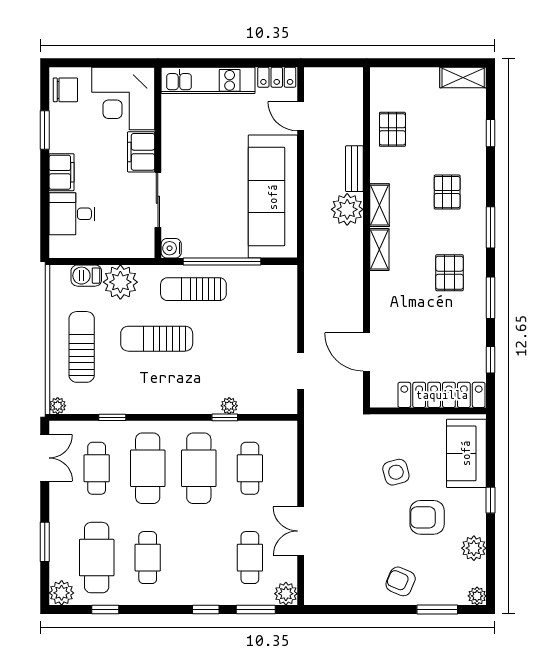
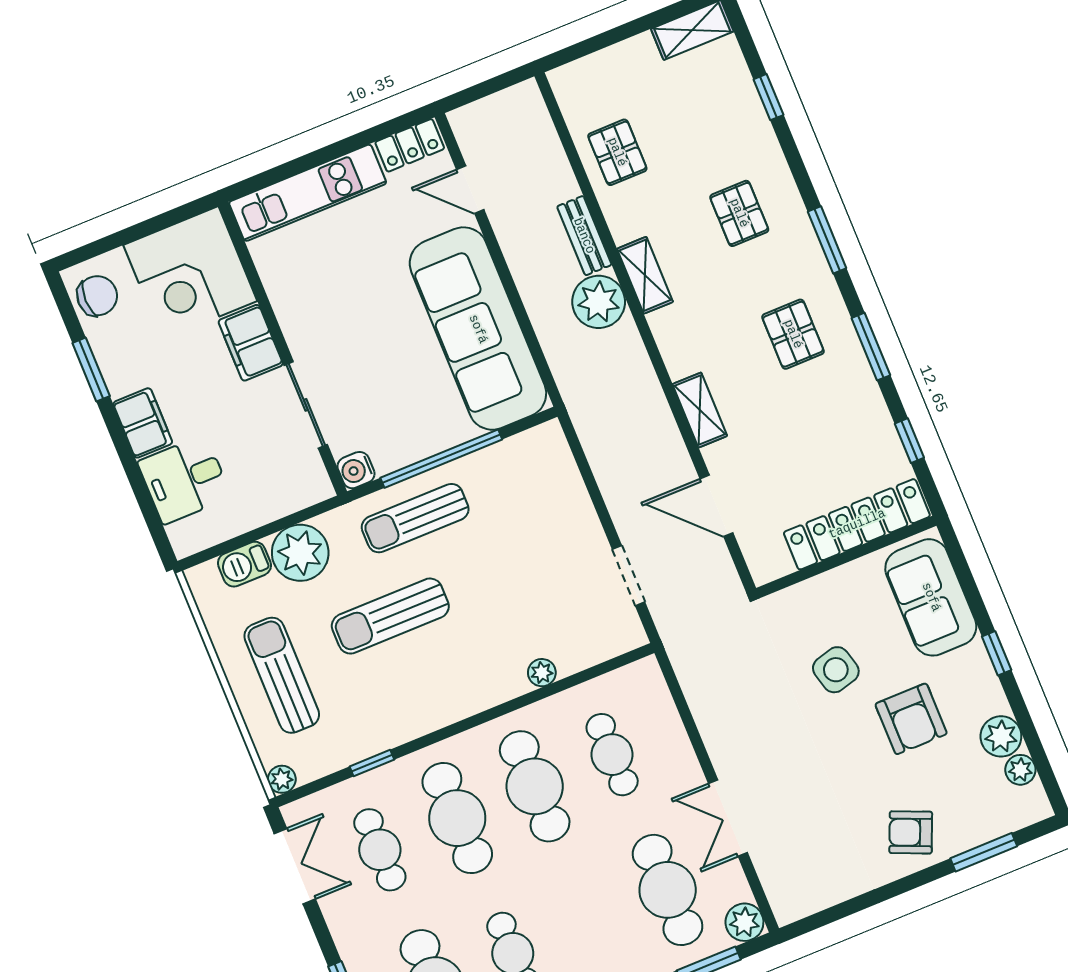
shelving: (379, 250) -> (700, 410), moved
window: (225, 417) -> (542, 693), removed
armchair: (427, 517) -> (911, 719), turned -90
cafe table: (250, 558) -> (668, 890), width x1.37, depth x1.35
plant: (477, 596) -> (1020, 770), moved

